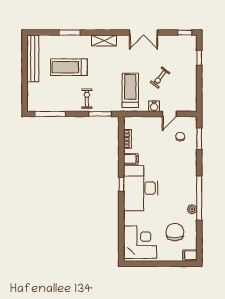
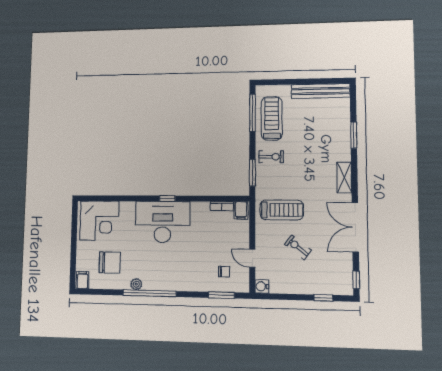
double door: (144, 33) -> (355, 227), width x1.37
treadmill: (69, 67) -> (272, 118), moved
water cooler: (154, 106) -> (262, 286), moved
filing cabinet: (131, 159) -> (241, 210), moved

